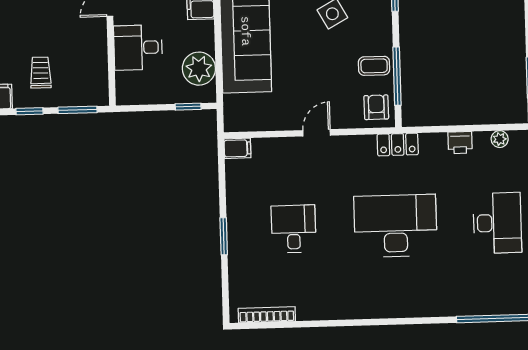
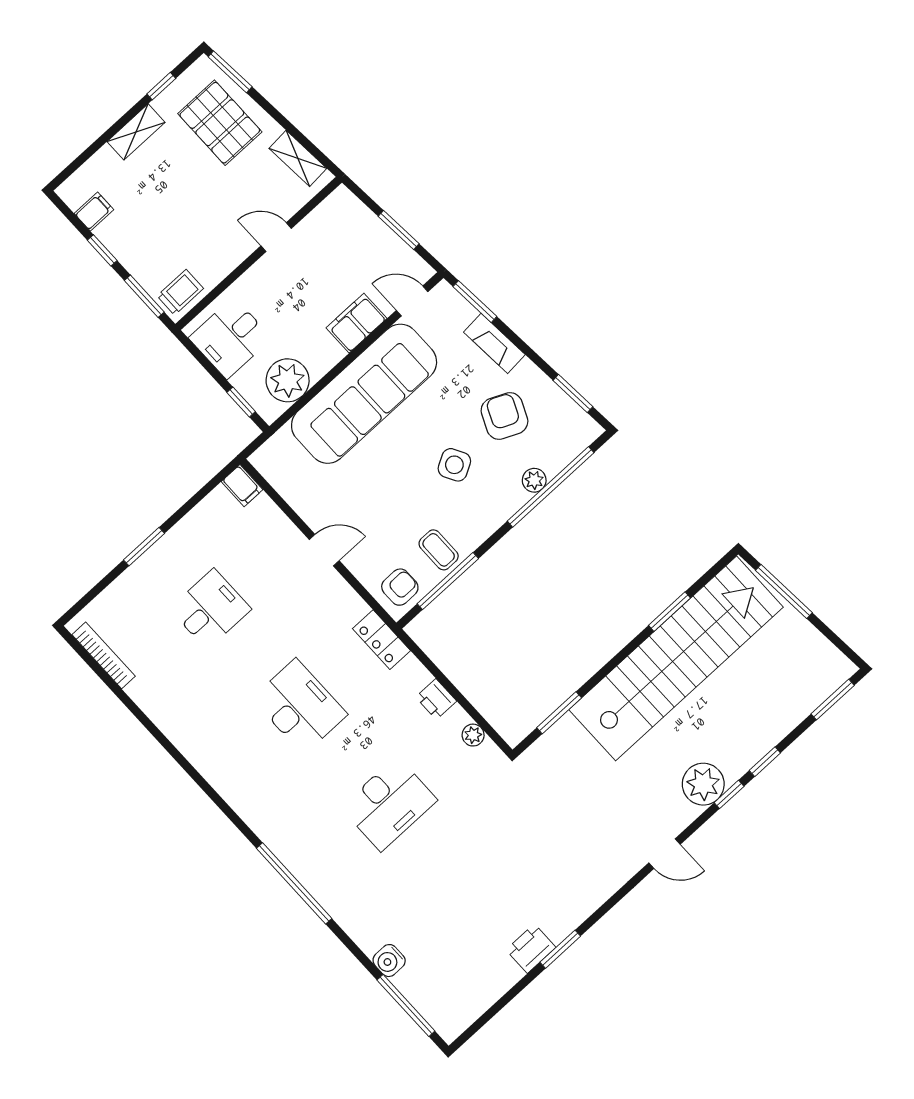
desk: (138, 48) -> (230, 338), moved, turned -90
trolley: (41, 73) -> (180, 292), moved
desk: (395, 226) -> (300, 706), width x0.73, depth x0.77

